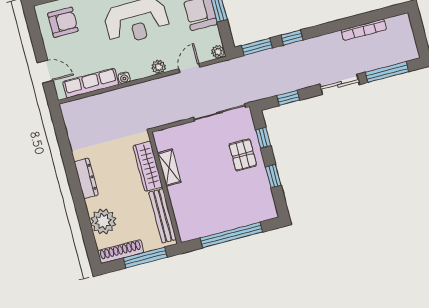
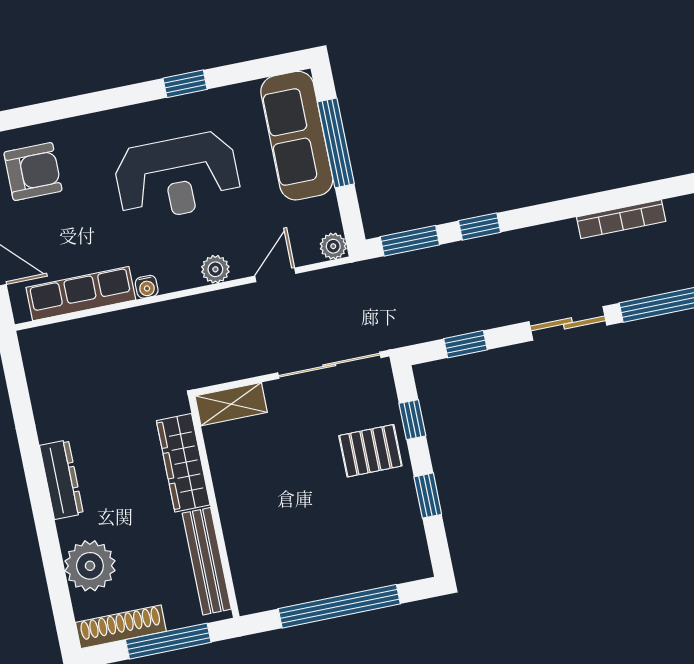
pallet: (243, 155) -> (370, 451), turned 90
shelving: (169, 168) -> (231, 404), moved, turned 90

